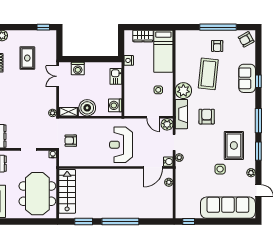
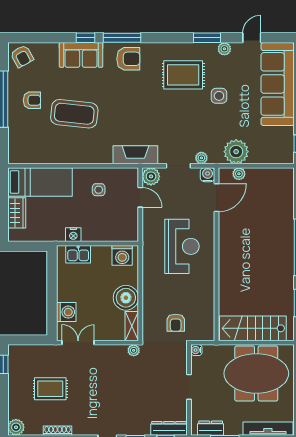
nightstand: (129, 60) -> (73, 235), moved
double door: (58, 76) -> (78, 343), swing flipped
plant: (183, 91) -> (236, 152), moved
door: (153, 117) -> (140, 197), hinge flipped
armchair: (207, 117) -> (128, 59), moved, turned 180
window: (258, 121) -> (122, 38), moved
reception desk: (121, 145) -> (182, 246), turned -90
window: (258, 151) -> (207, 38), moved
door: (153, 167) -> (217, 198), hinge flipped

